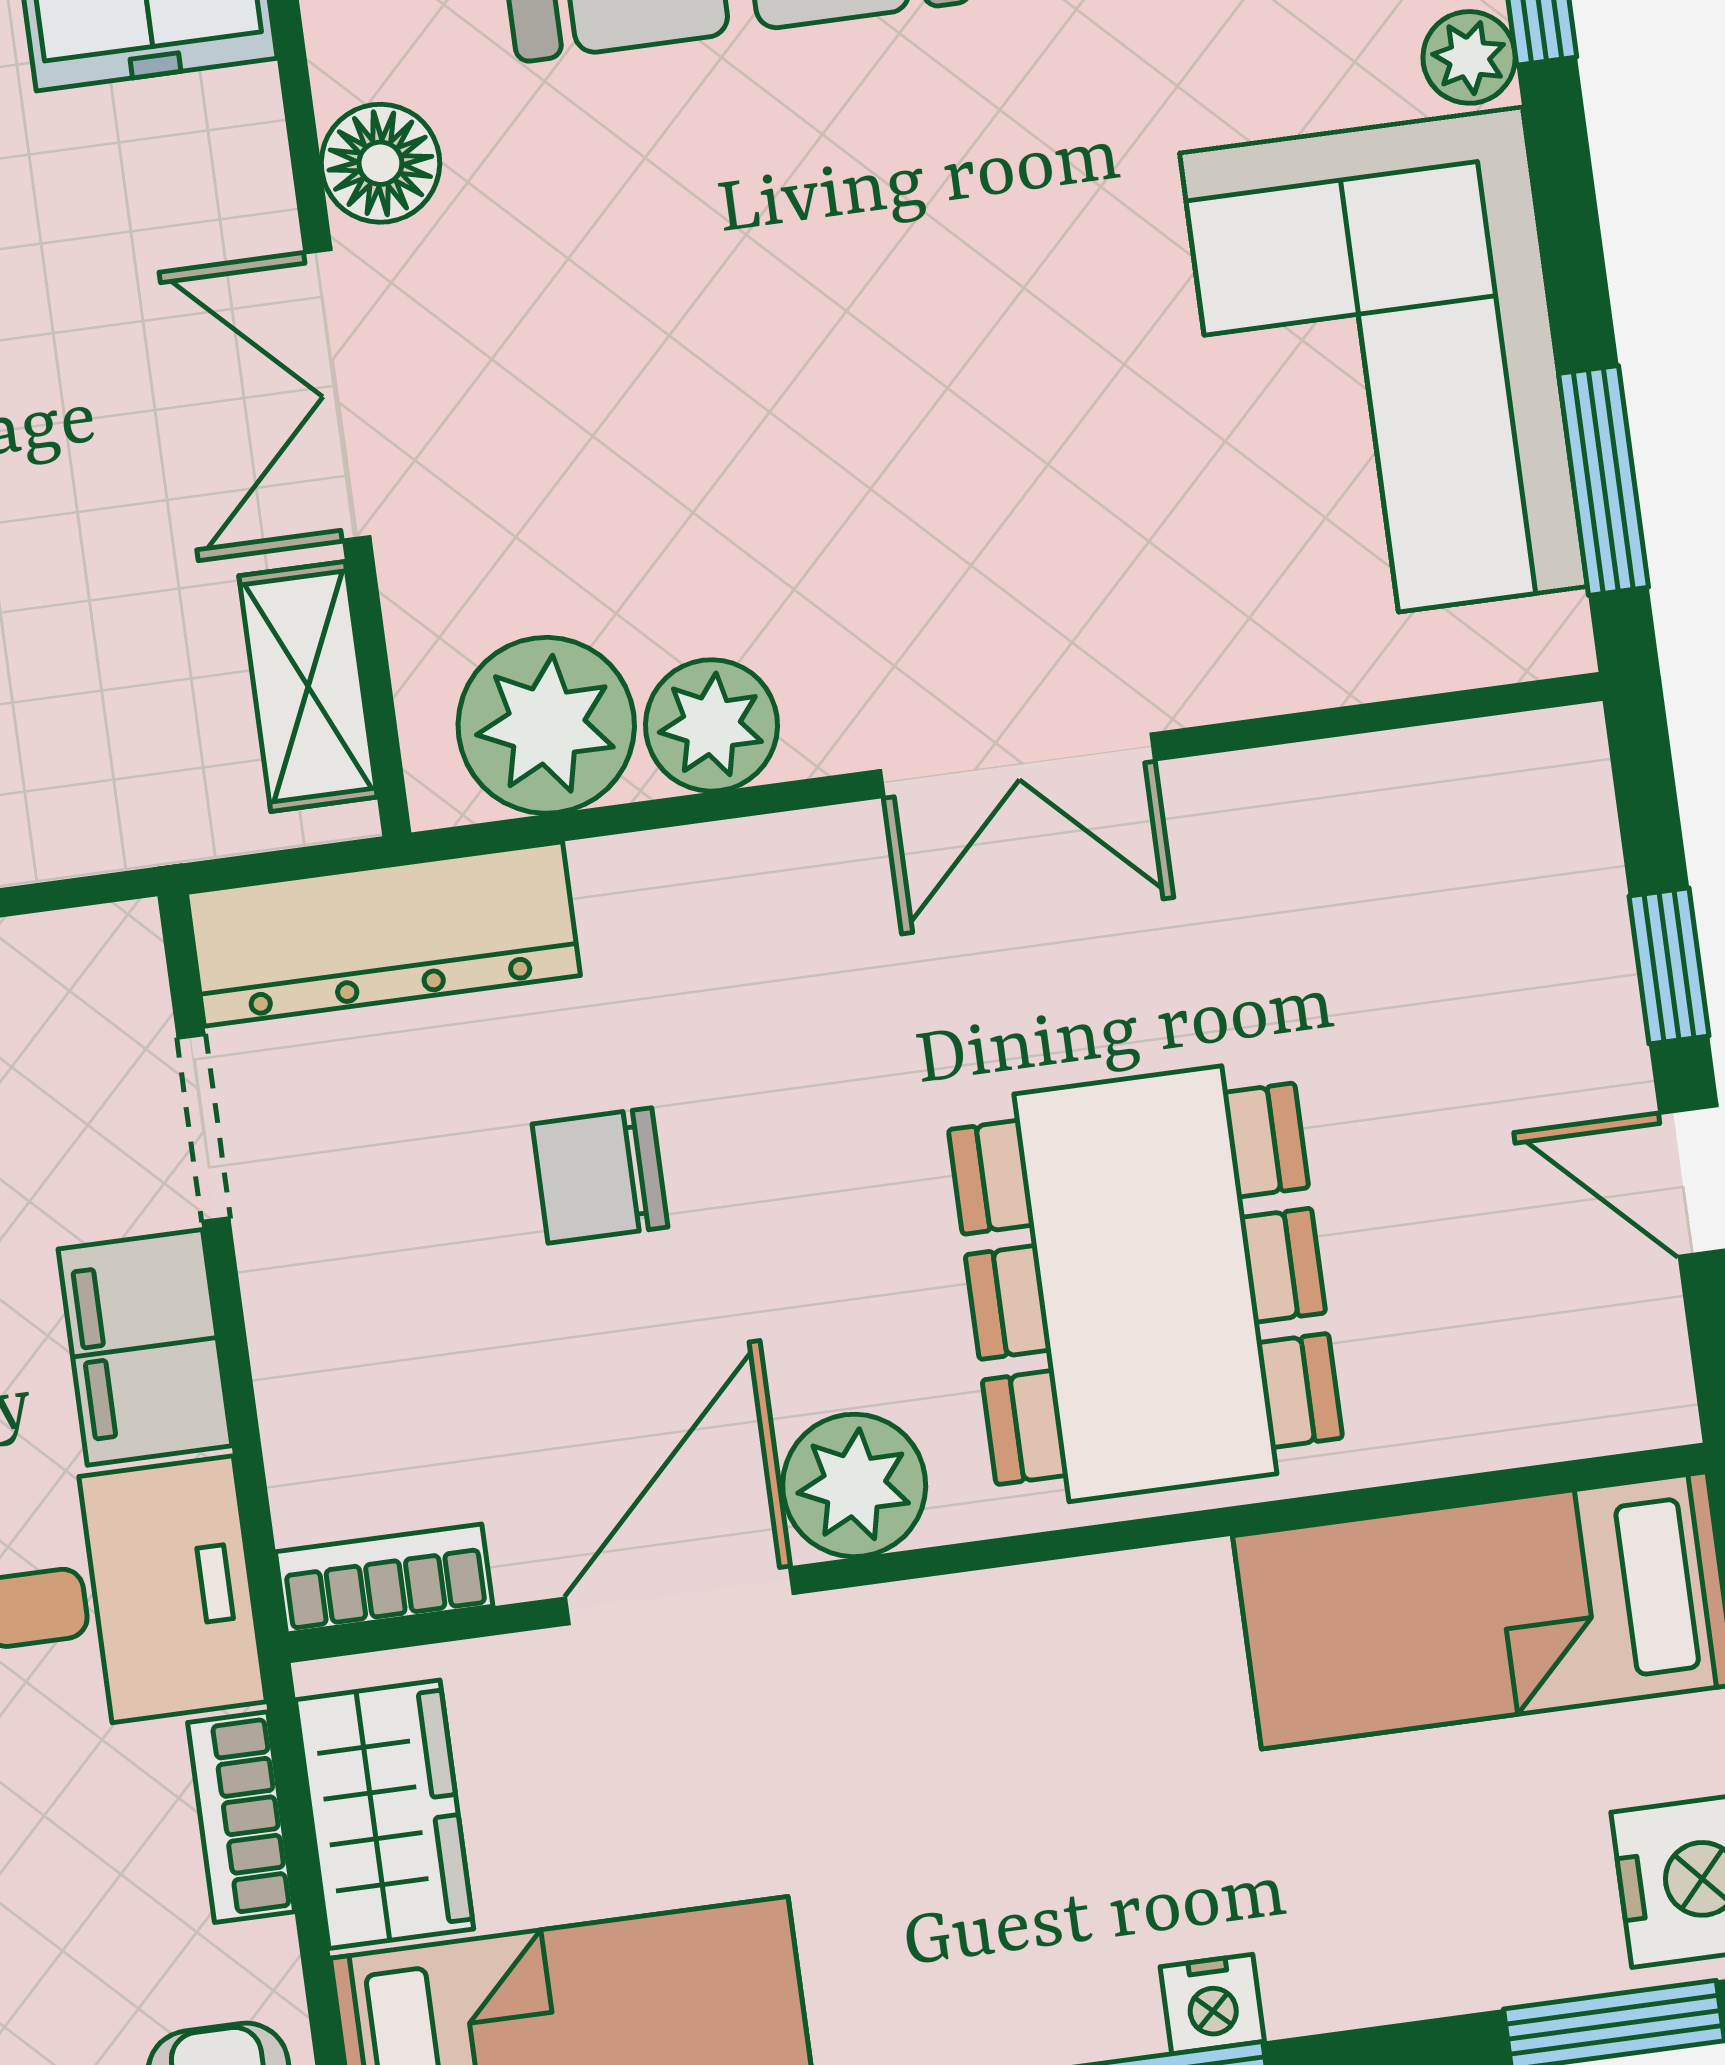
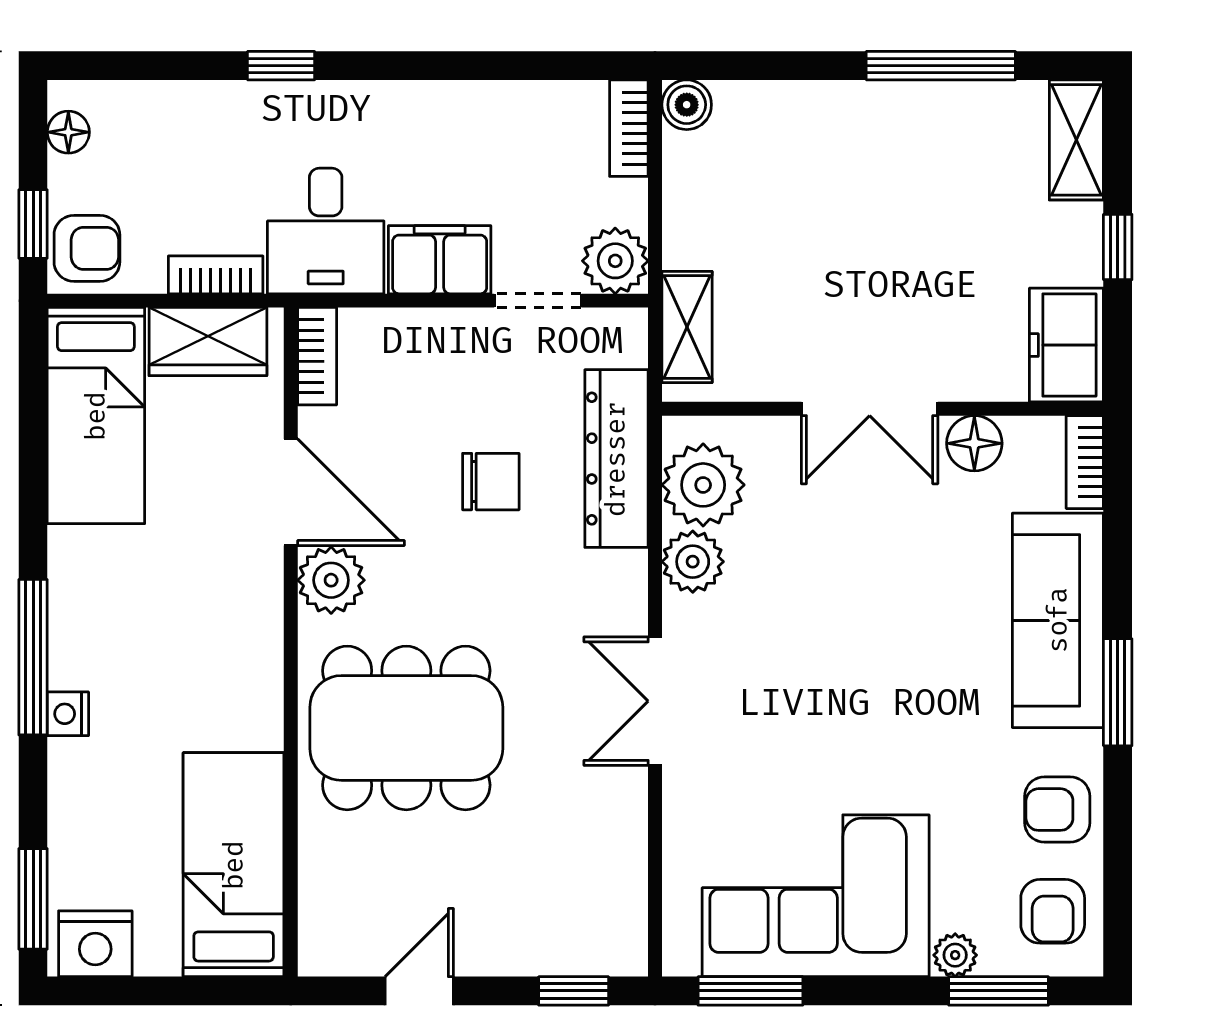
double door: (337, 395) -> (870, 409), swing flipped
shelving: (308, 686) -> (687, 327), moved, turned 90
dresser: (383, 934) -> (616, 459), moved
window: (1669, 966) -> (574, 991), moved
plant: (97, 975) -> (615, 261), added
chair: (600, 1175) -> (491, 482), turned 90

